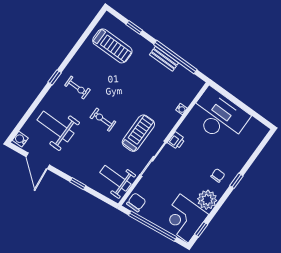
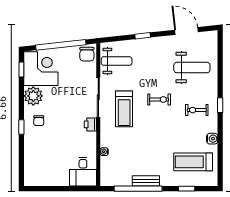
desk: (219, 116) -> (83, 172), width x0.53, depth x0.77
water cooler: (20, 139) -> (212, 139), moved

